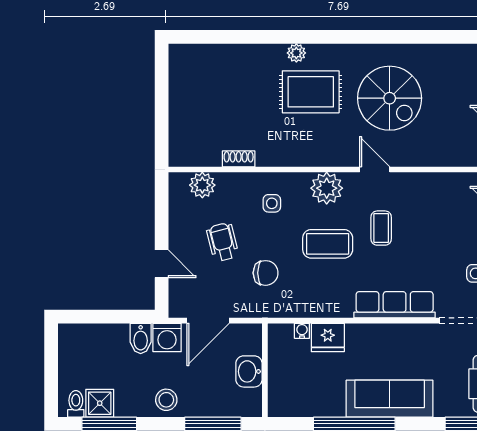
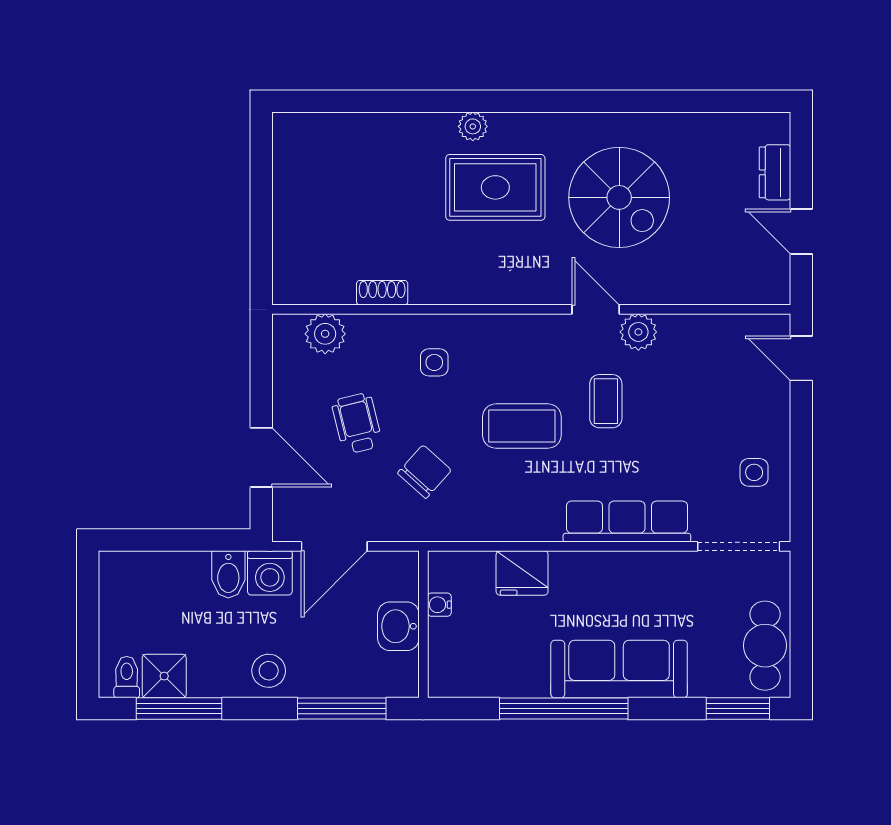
plant: (327, 188) -> (638, 332), moved, width x0.73, depth x0.73
door: (162, 264) -> (261, 457), width x1.38
chair: (266, 273) -> (424, 472), turned -48
water cooler: (302, 331) -> (439, 605), moved, turned -90

